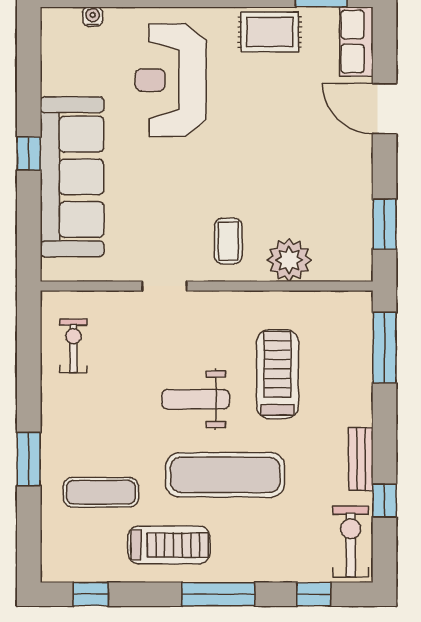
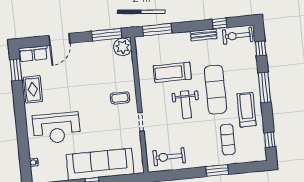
window: (385, 224) -> (107, 35), width x1.44
plant: (289, 260) -> (123, 47), moved
exercise bike: (74, 346) -> (169, 157), width x1.38, depth x1.39

